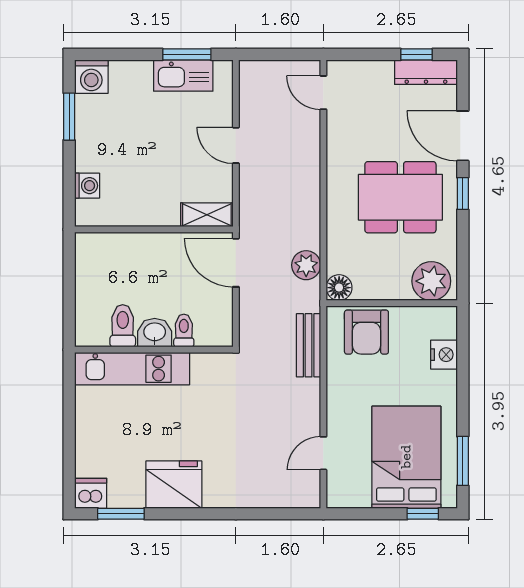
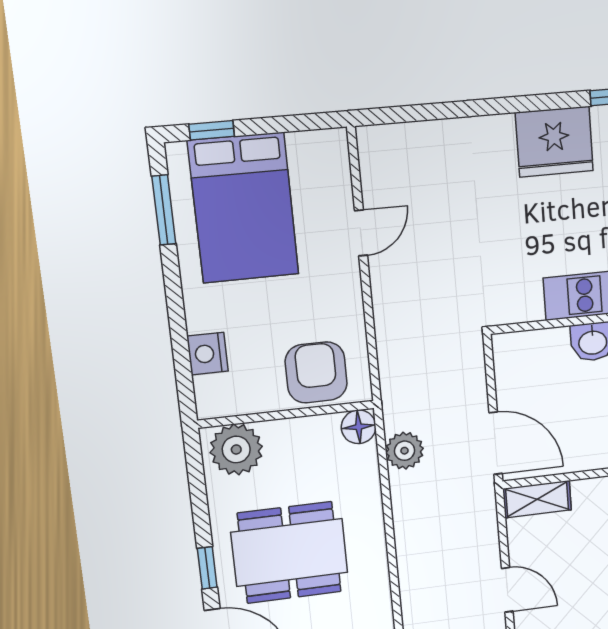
toilet: (184, 331) -> (556, 348), removed
bench: (309, 345) -> (392, 347), removed
door: (323, 453) -> (361, 233), moved

